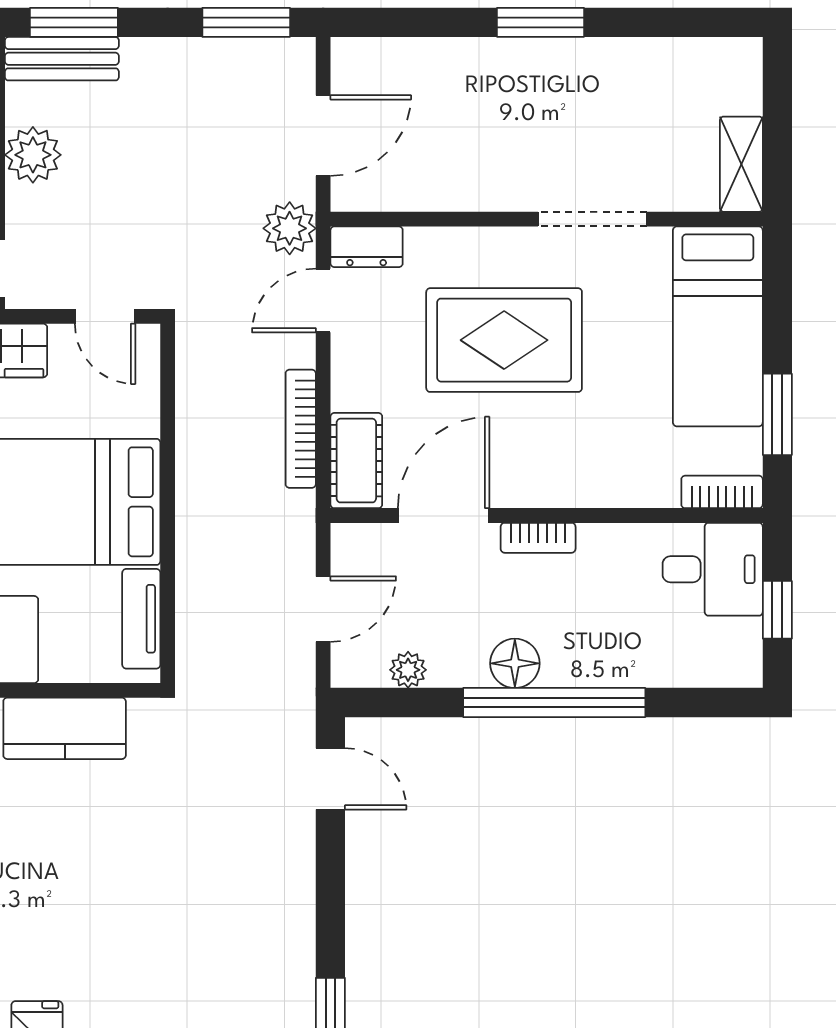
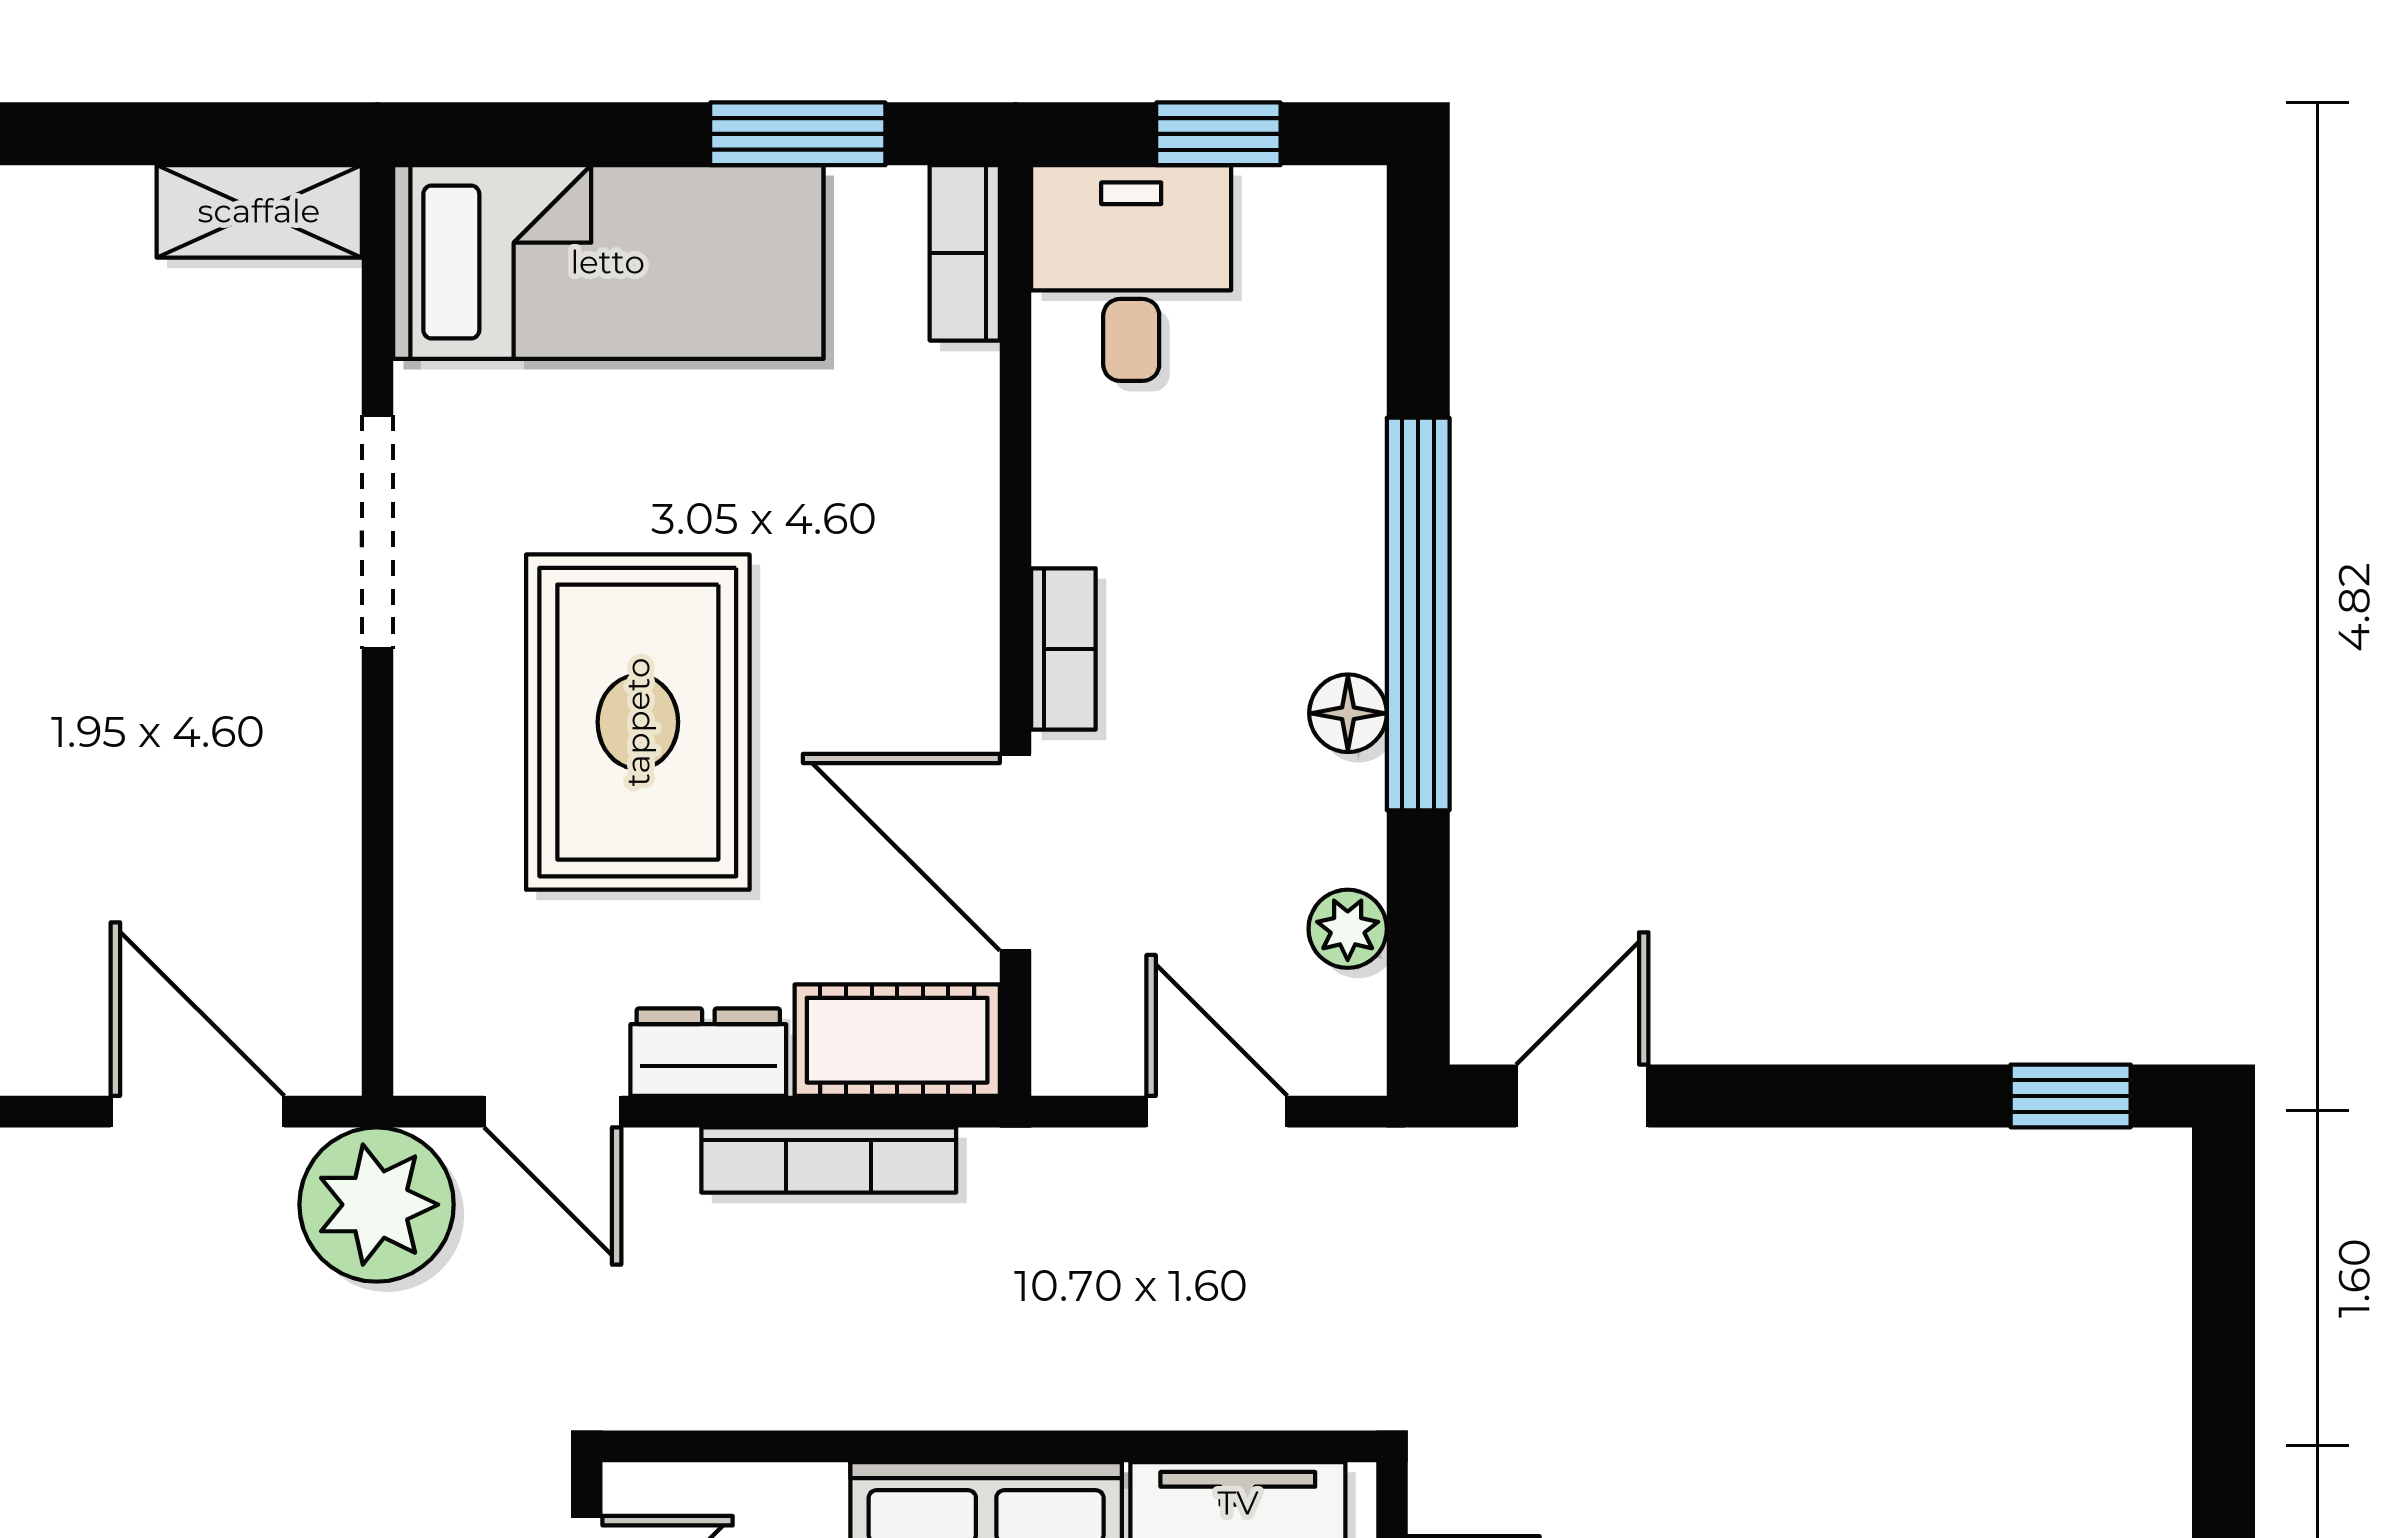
plant: (290, 228) -> (377, 1205), width x1.36, depth x1.36
dresser: (367, 247) -> (708, 1052), moved, turned -90
floor lamp: (515, 663) -> (1348, 713), width x0.73, depth x0.73

